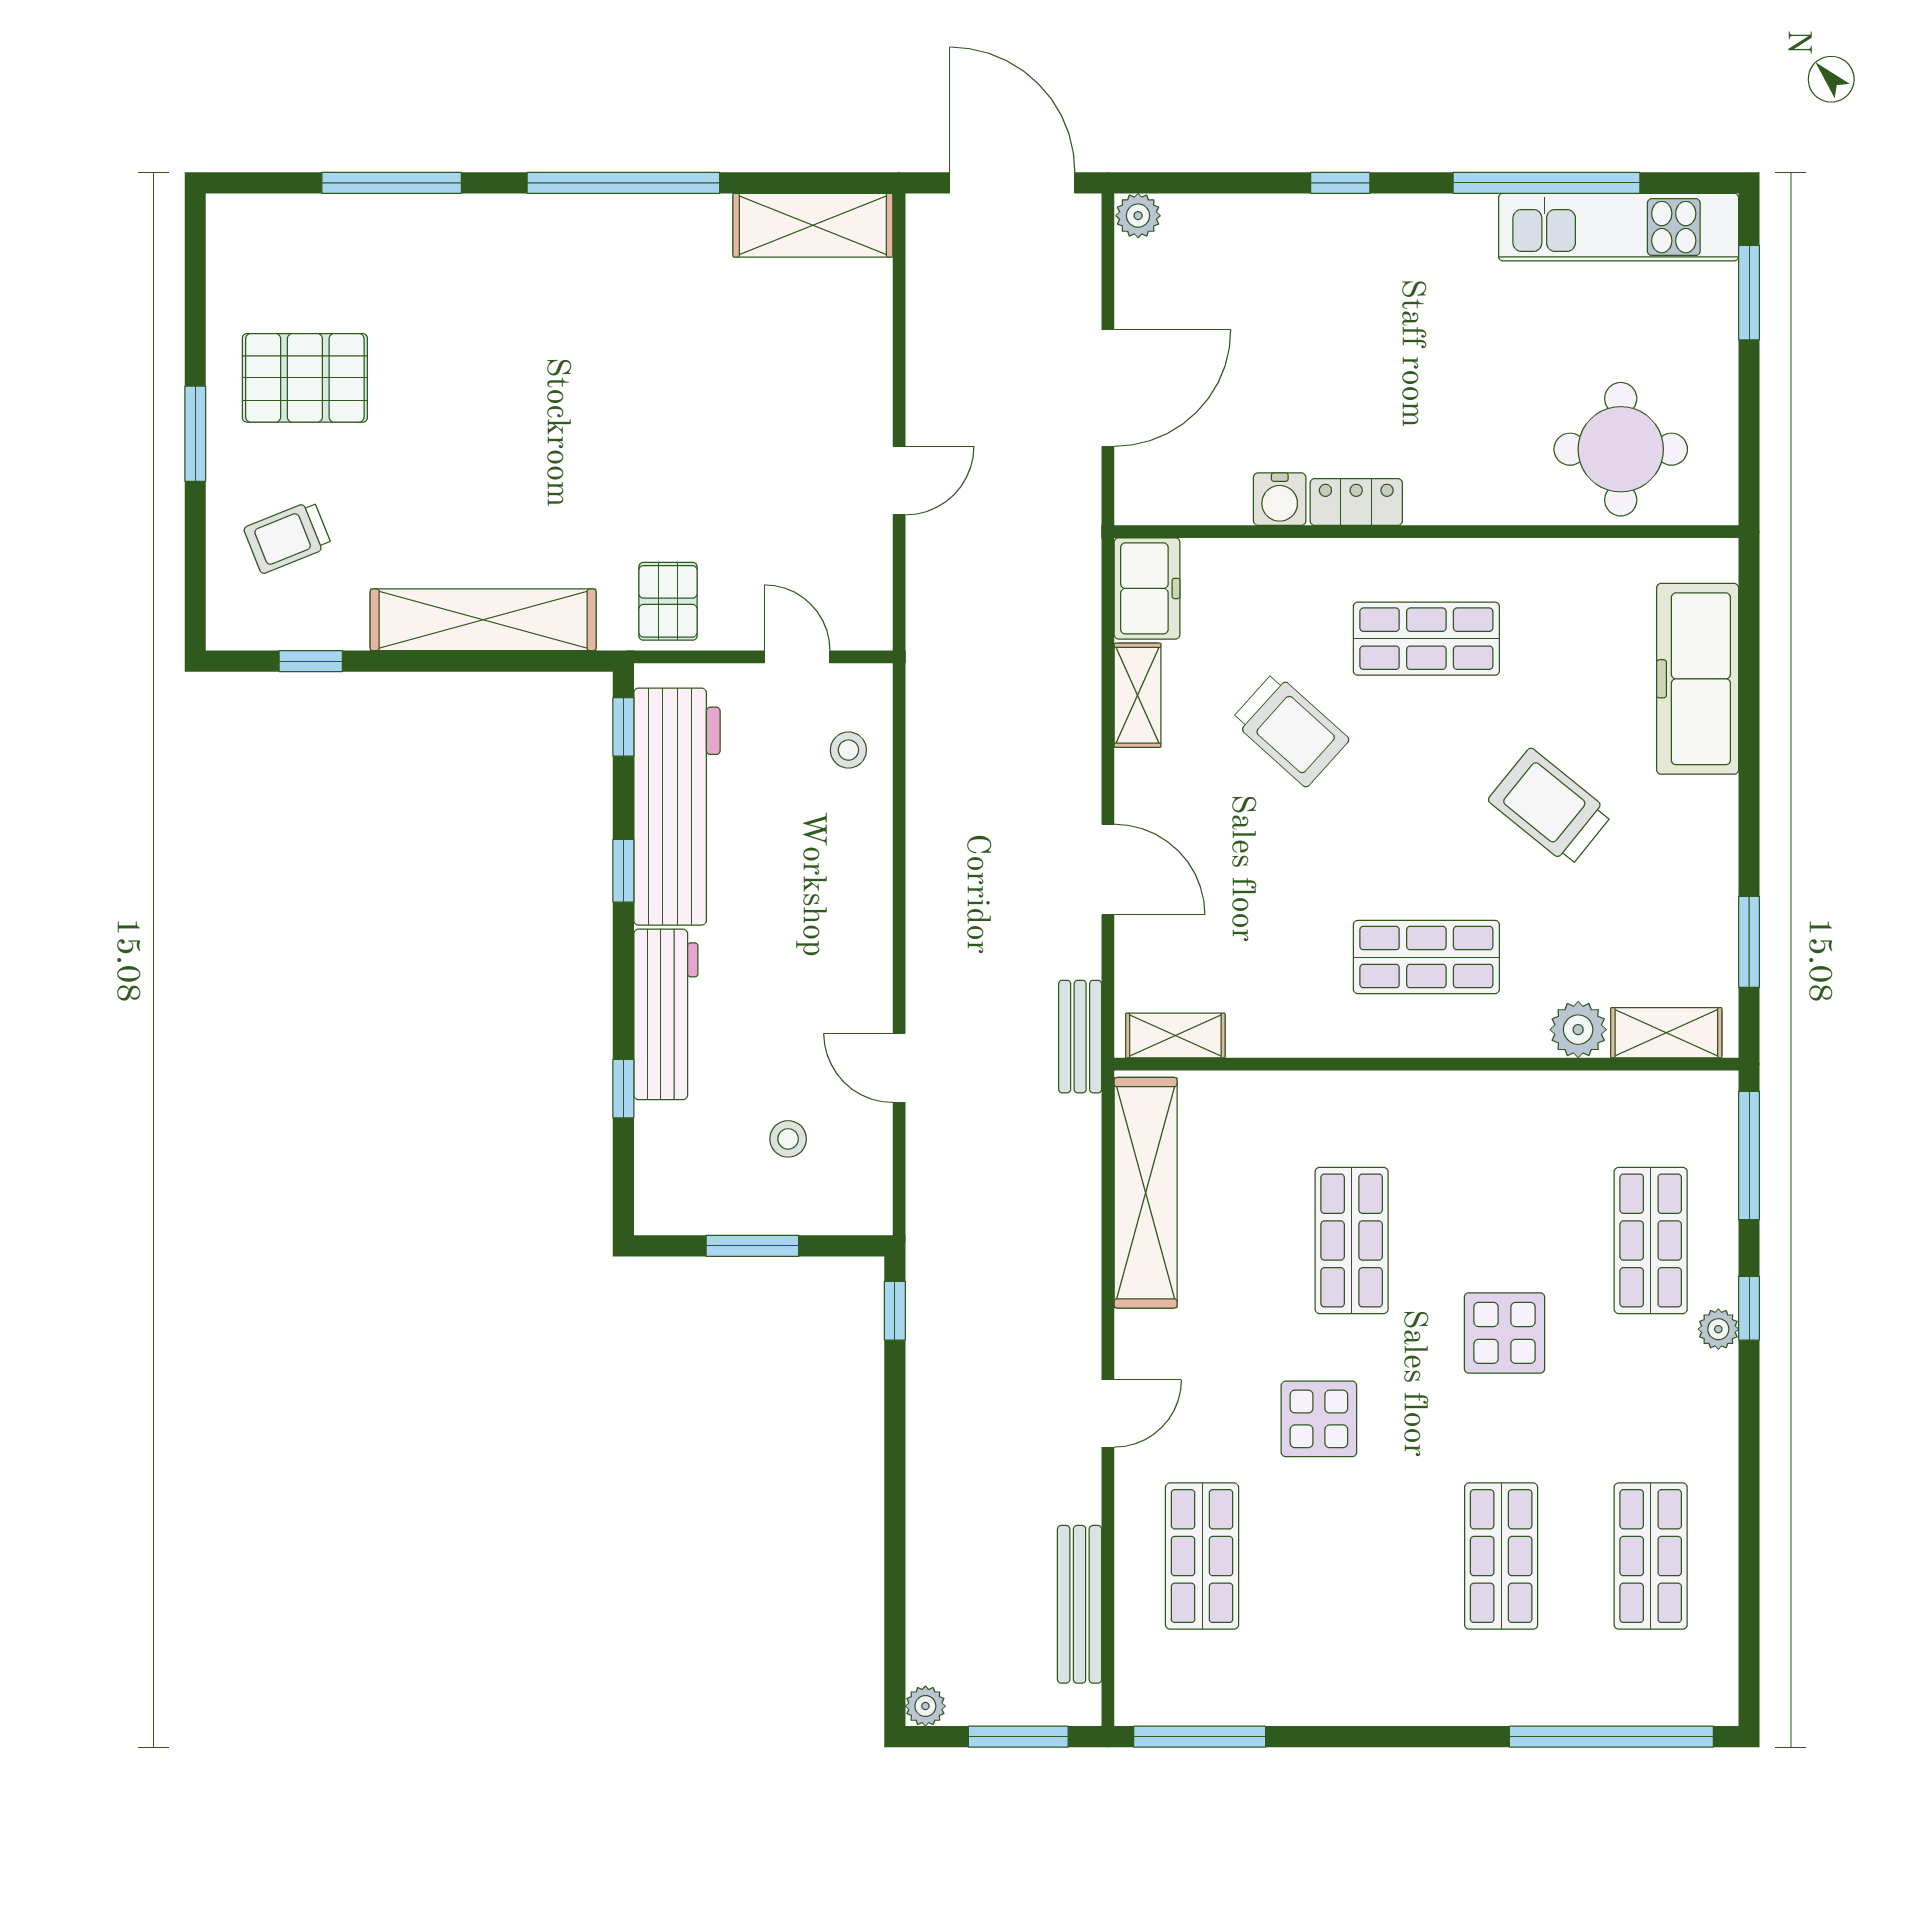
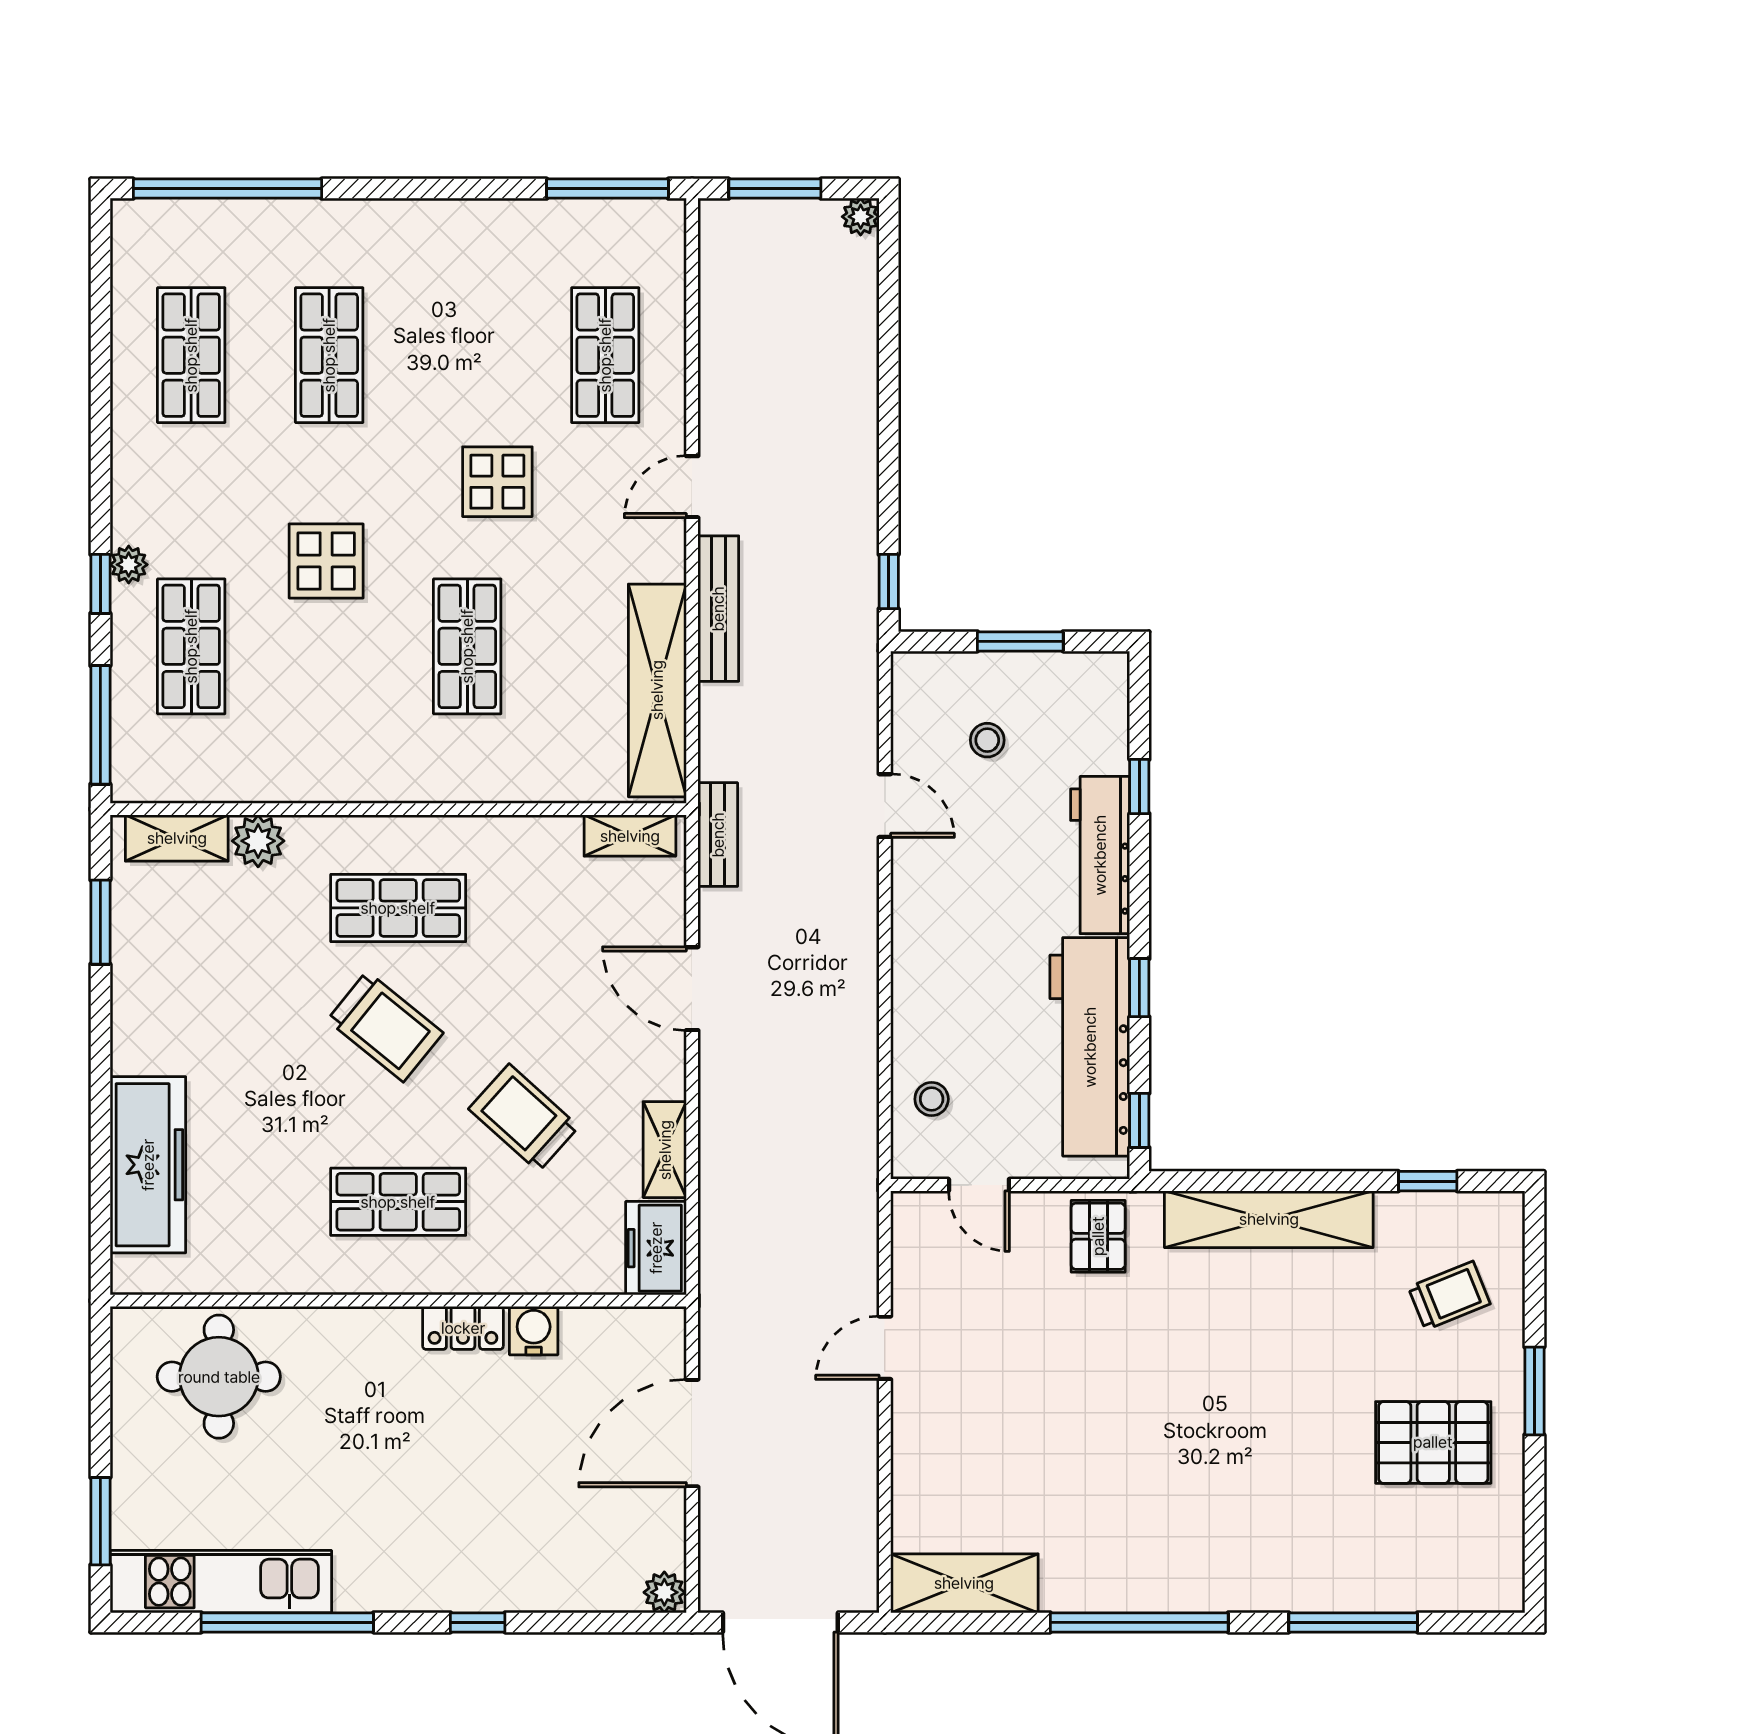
trolley: (1550, 807) -> (385, 1027), moved
bench: (1080, 1604) -> (718, 609), moved

